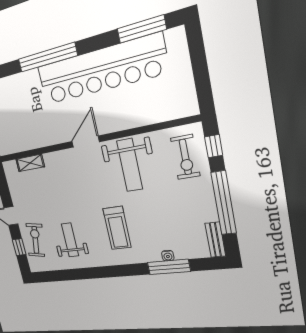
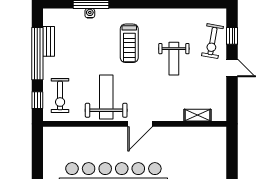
exercise bike: (185, 157) -> (60, 95), turned 180
treadmill: (117, 228) -> (129, 43), turned 180
weight bench: (70, 240) -> (174, 59), moved
bench: (215, 240) -> (49, 41), moved

